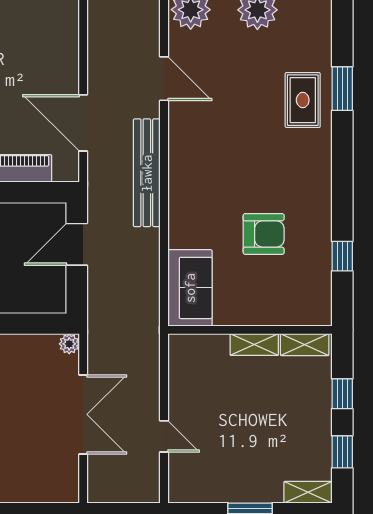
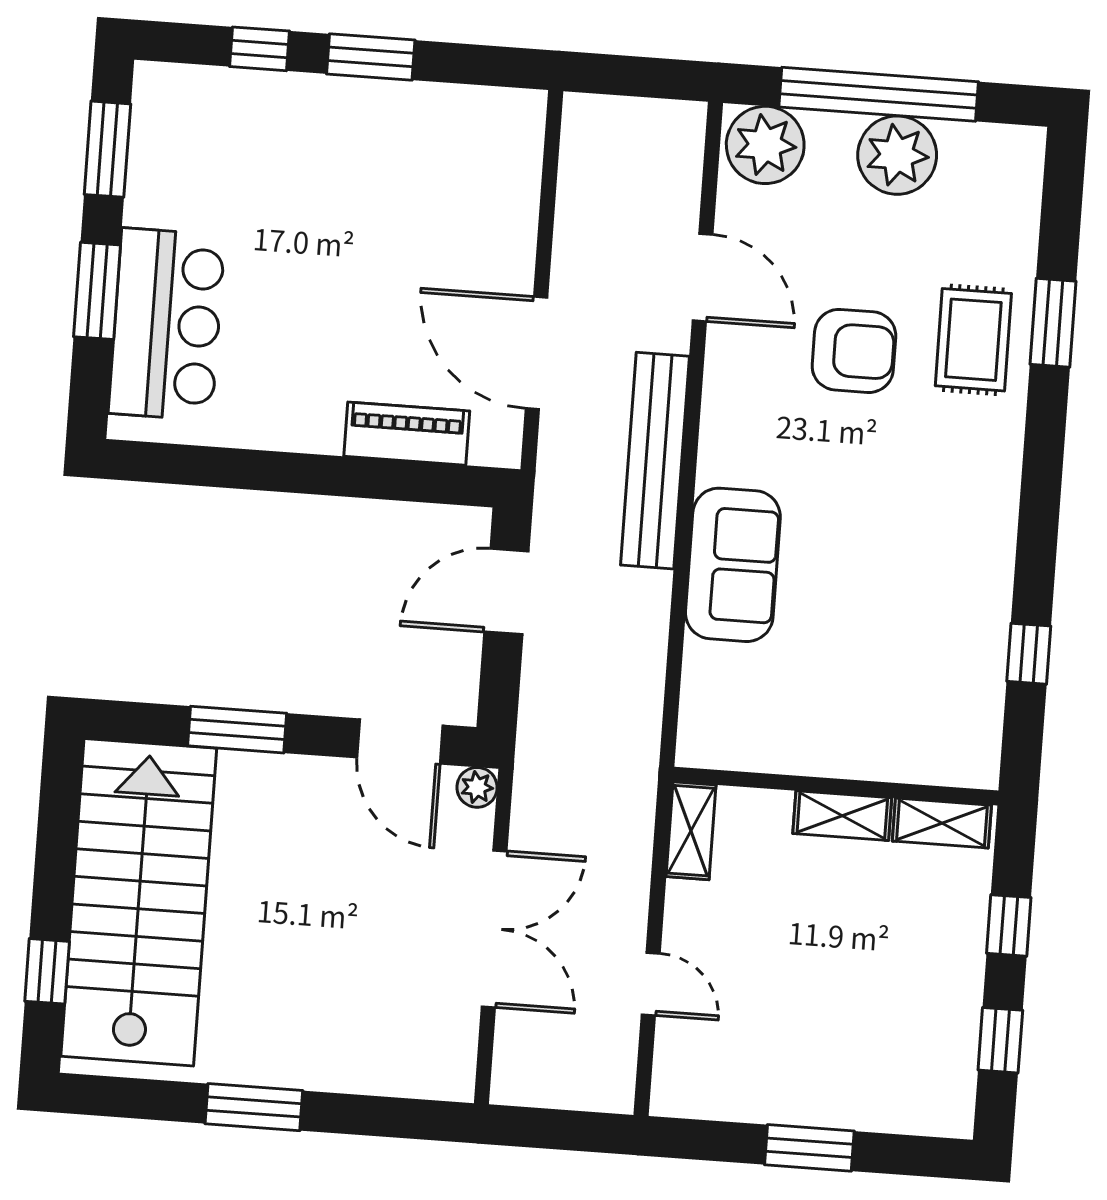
armchair: (264, 234) -> (854, 351), moved
sofa: (190, 288) -> (733, 565), moved
door: (29, 324) -> (400, 741), added
shelving: (308, 492) -> (691, 831), moved, turned 90

